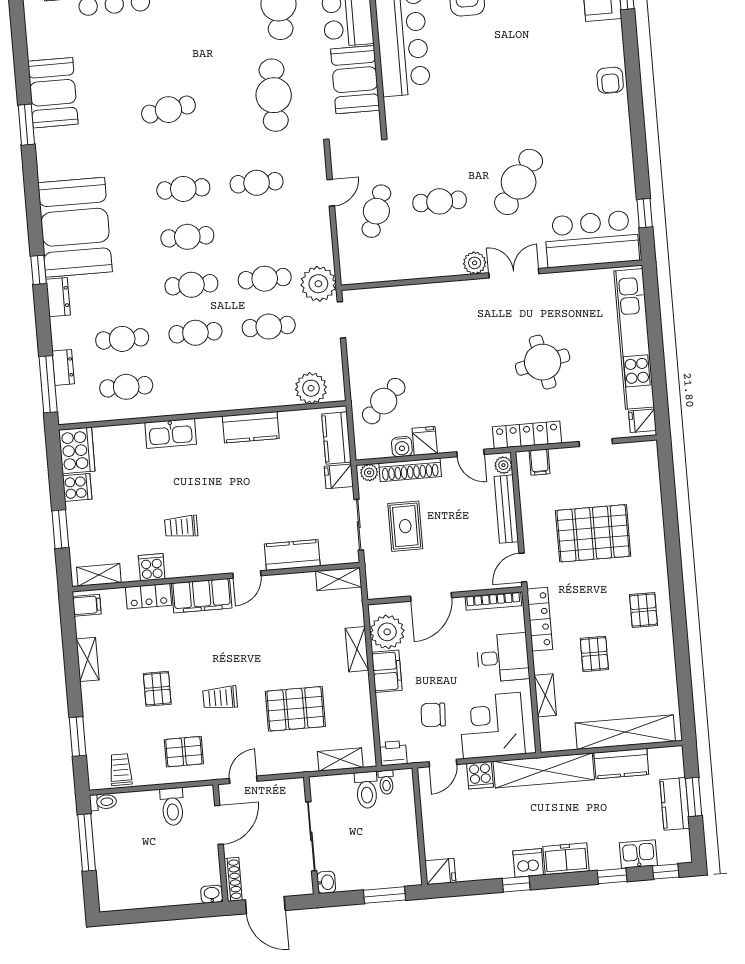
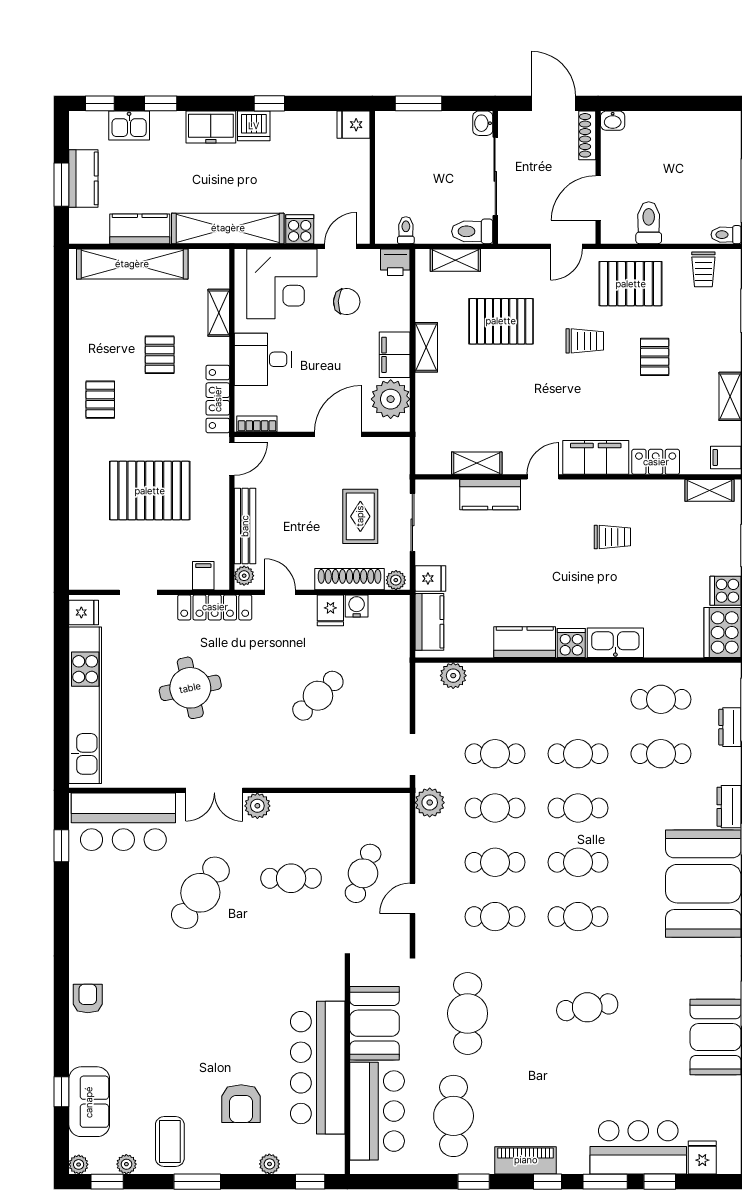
cafe table: (261, 231) -> (495, 862), added
plant: (318, 284) -> (430, 803), width x0.73, depth x0.73
plant: (311, 388) -> (453, 676), width x0.73, depth x0.73
cafe table: (384, 401) -> (318, 696), moved
cooker: (152, 567) -> (571, 643), moved, turned 180
shelving: (339, 579) -> (477, 463), moved
bookcase: (493, 601) -> (257, 424), width x0.64
shelving: (357, 649) -> (426, 347), moved
pallet: (184, 752) -> (631, 284), width x1.50, depth x1.42
toilet: (367, 790) -> (472, 231), moved, turned -90

